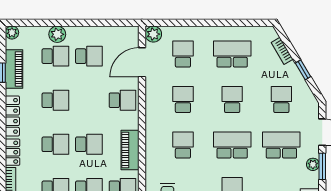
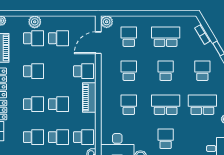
piano: (130, 150) -> (89, 98), moved

